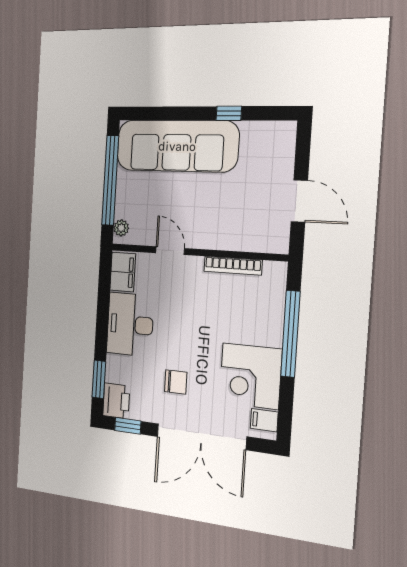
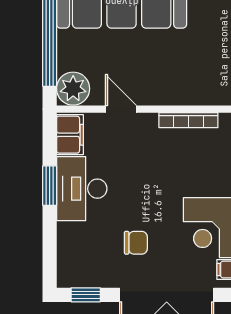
plant: (121, 228) -> (73, 89), width x1.88, depth x1.88
window: (99, 379) -> (50, 186), moved
printer: (116, 401) -> (71, 270), removed

